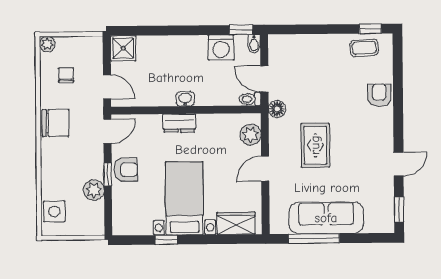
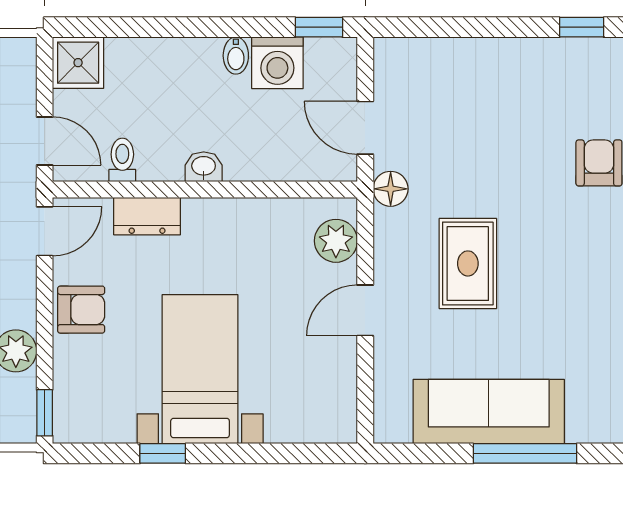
bidet: (254, 44) -> (236, 56), moved
coffee table: (364, 48) -> (569, 66), removed
toilet: (250, 99) -> (122, 160), moved, turned 90
dresser: (179, 123) -> (147, 216), moved
window: (108, 174) -> (45, 413), moved
wardrobe: (236, 223) -> (305, 421), removed
window: (314, 238) -> (525, 453), moved

